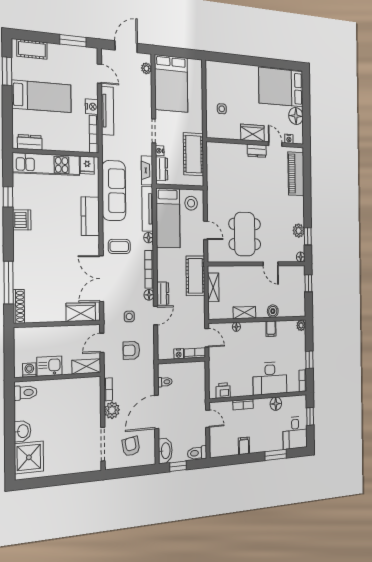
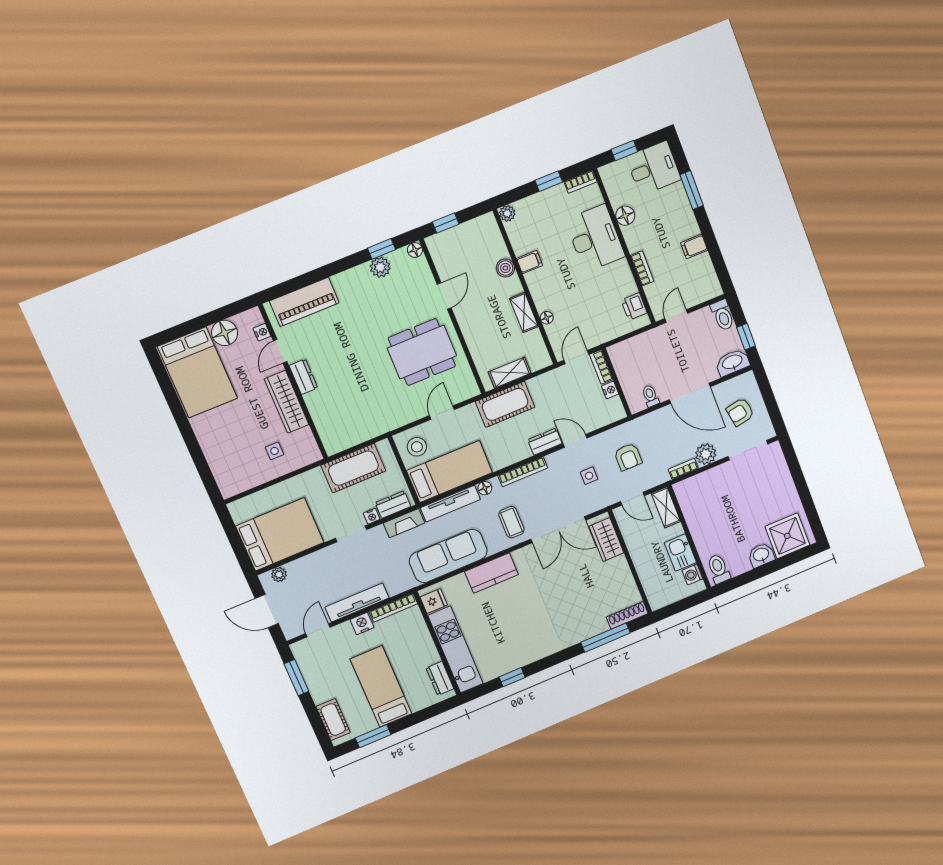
wardrobe: (252, 133) -> (287, 402), width x1.50
dishwasher: (22, 220) -> (531, 651), removed
floor lamp: (149, 295) -> (554, 460), removed

